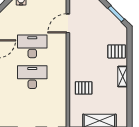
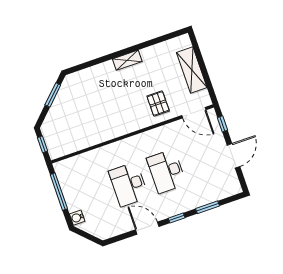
door: (68, 23) -> (194, 113), moved
pallet: (117, 51) -> (99, 78), removed

